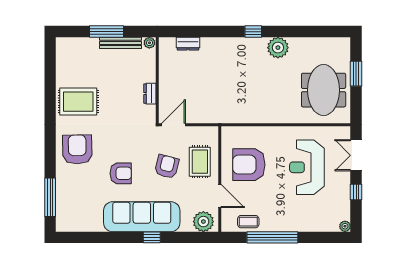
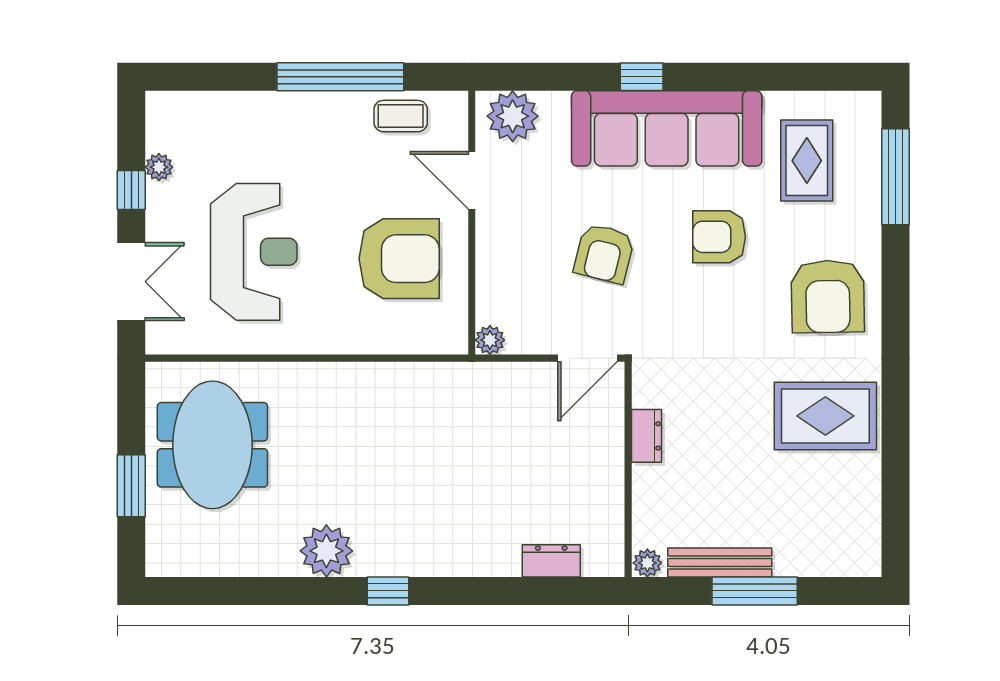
plant: (212, 132) -> (490, 340), added
rug: (200, 162) -> (807, 161), moved
plant: (345, 226) -> (159, 167), moved

